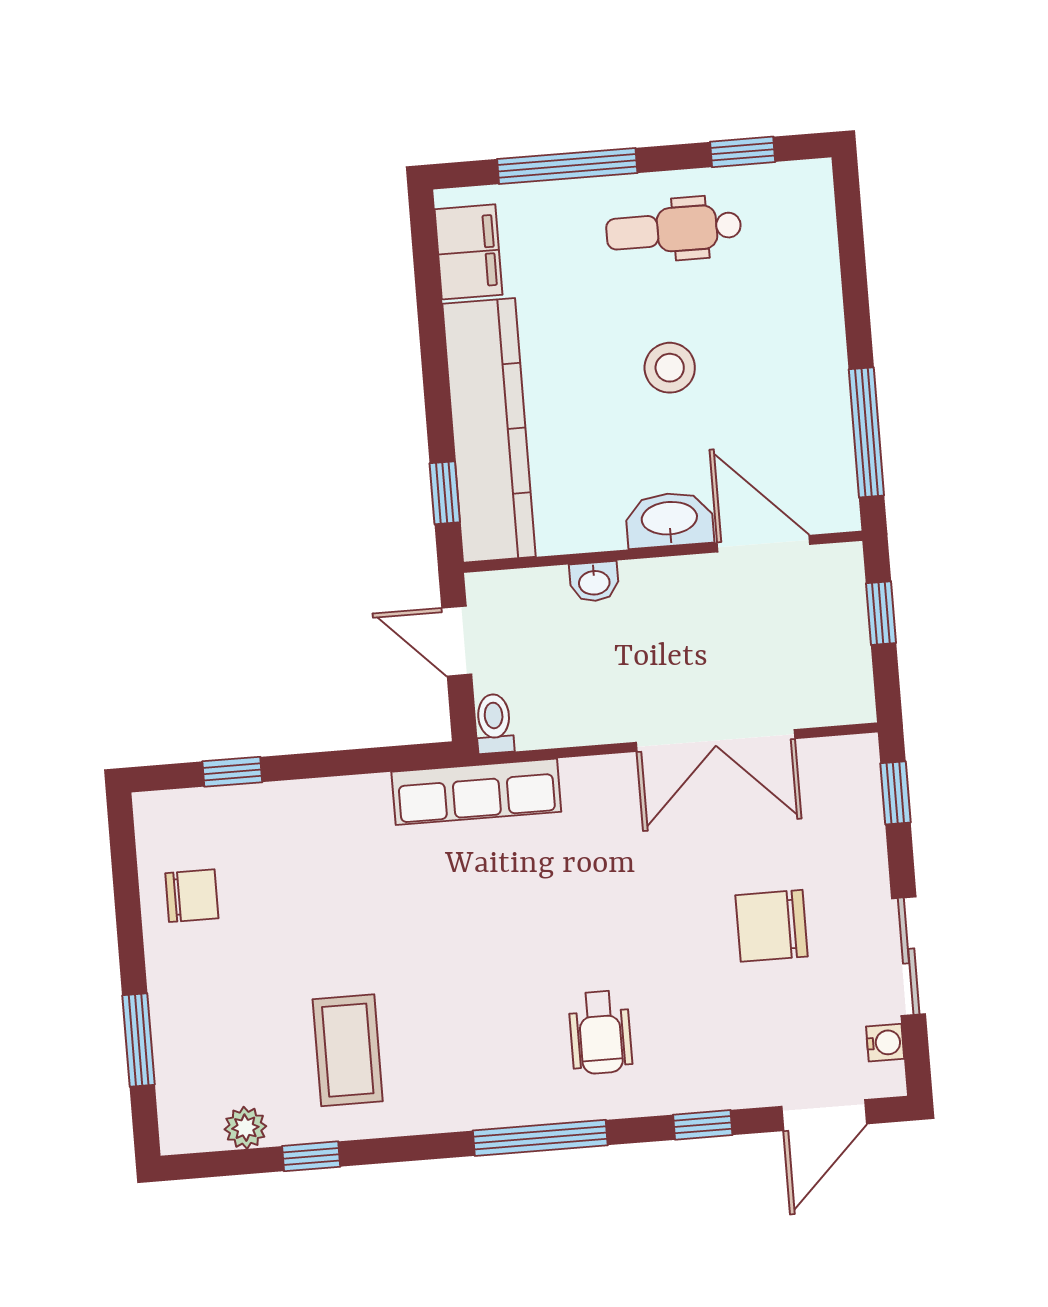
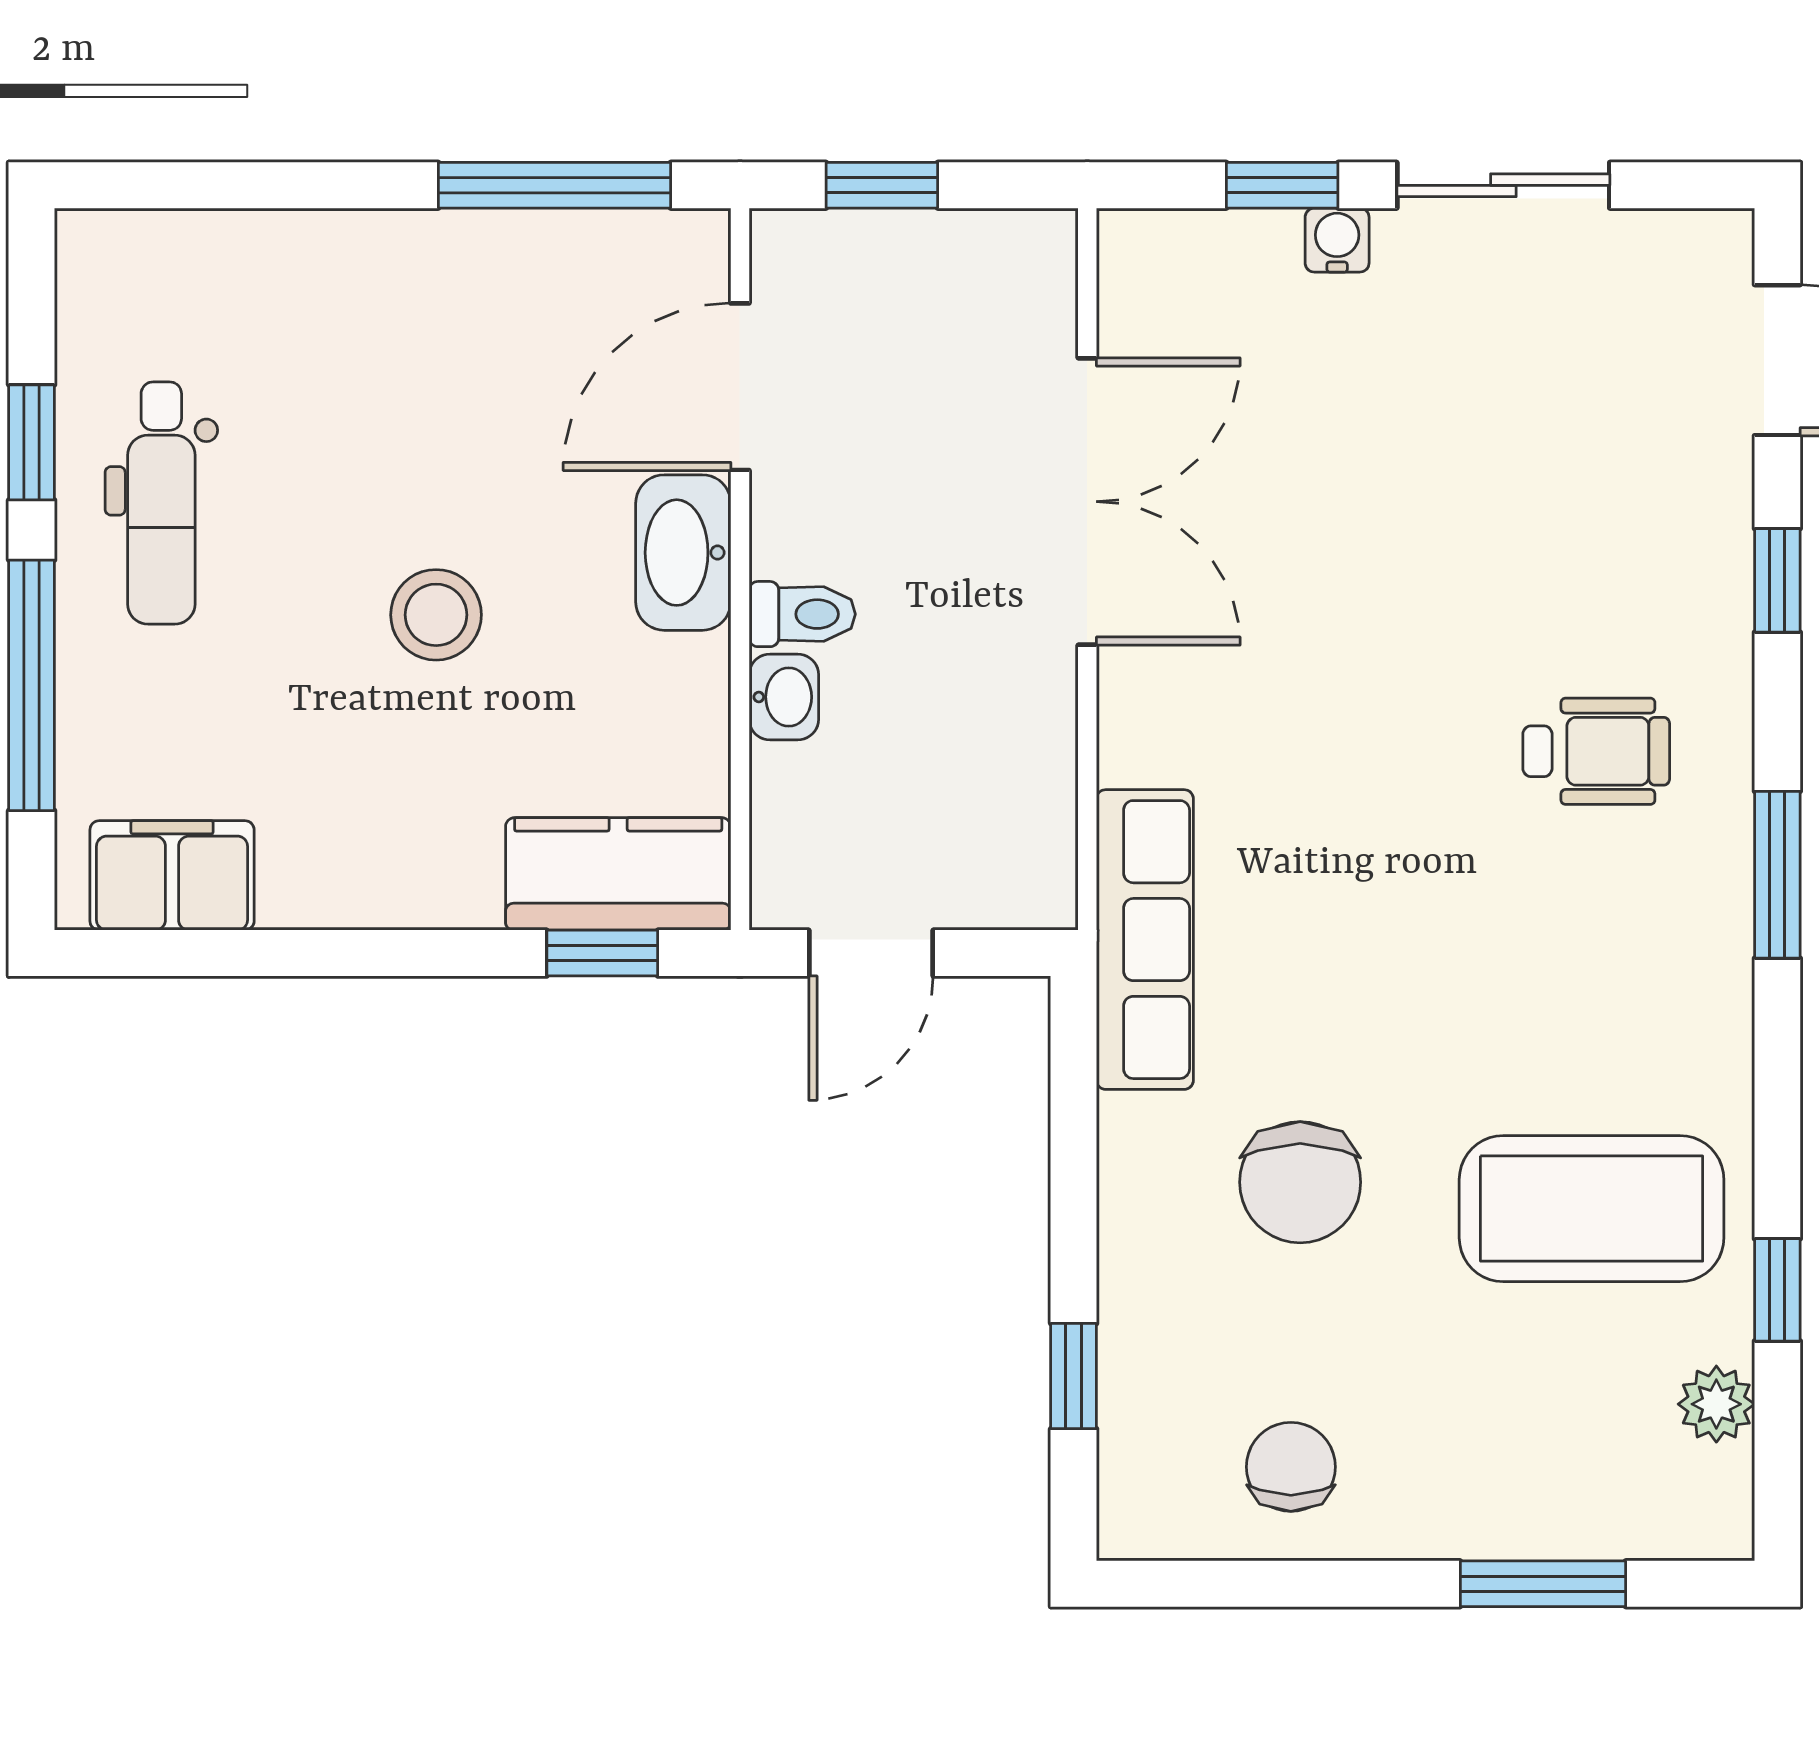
window: (743, 152) -> (32, 442), moved
stool: (670, 368) -> (436, 615), moved
kitchen counter: (489, 430) -> (618, 874), width x0.48, depth x0.86
toilet: (494, 724) -> (802, 614), moved, turned 180
window: (895, 793) -> (1282, 185), moved
chair: (772, 926) -> (1300, 1182), moved
water cooler: (885, 1043) -> (1337, 240), moved
coffee table: (348, 1050) -> (1592, 1209), width x1.36, depth x1.32
window: (540, 1138) -> (1777, 875), width x0.69

